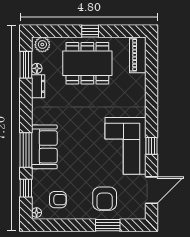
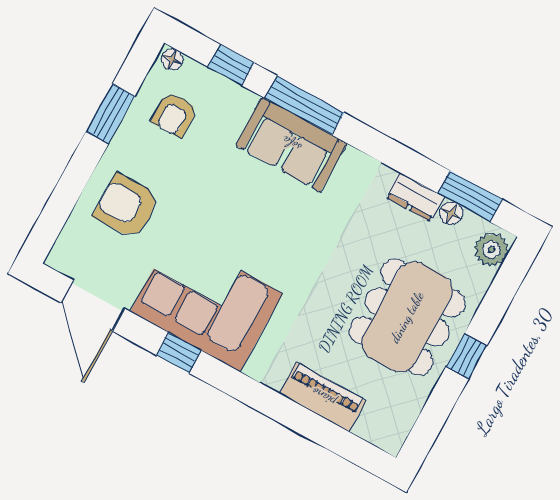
piano: (138, 55) -> (323, 397), moved
window: (108, 225) -> (111, 114), moved

